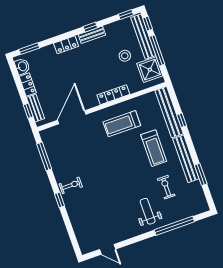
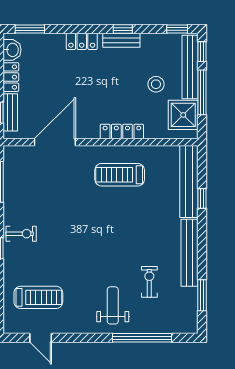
treadmill: (154, 148) -> (38, 297), moved, turned -90
window: (201, 174) -> (202, 295), moved

